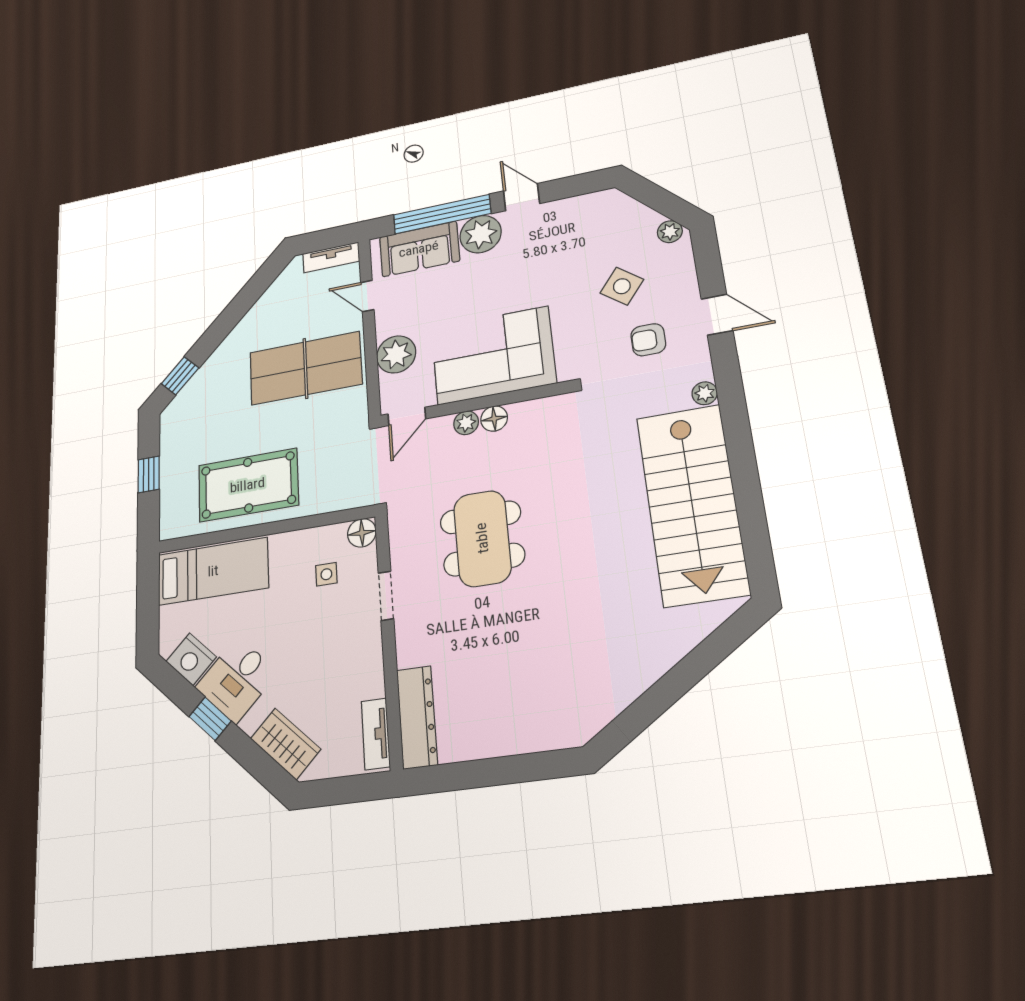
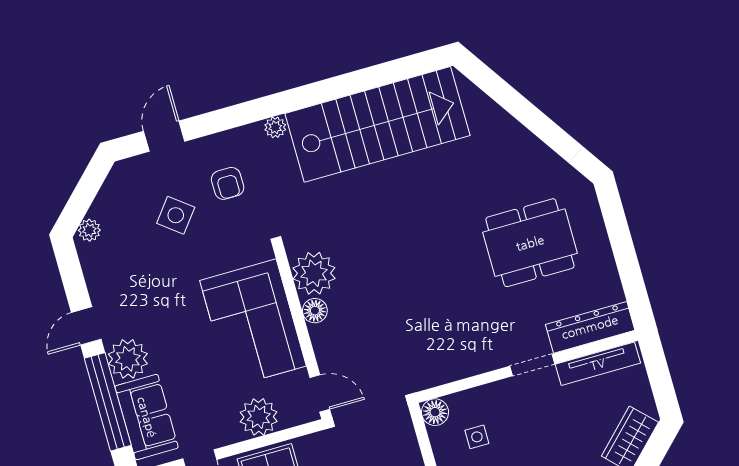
plant: (670, 232) -> (89, 230), moved
door: (717, 315) -> (164, 136), moved
plant: (466, 423) -> (314, 273), moved, width x1.88, depth x1.88
dining table: (482, 538) -> (530, 243), moved
doorway: (386, 596) -> (532, 365), moved
tv unit: (376, 734) -> (598, 364), width x1.41

